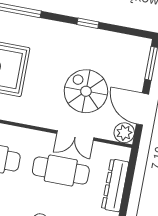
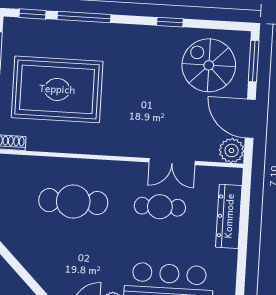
spiral stairs: (86, 91) -> (209, 65), moved
cafe table: (61, 171) -> (160, 207), width x0.73, depth x0.74

